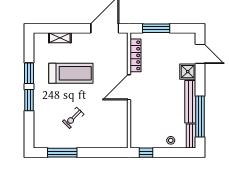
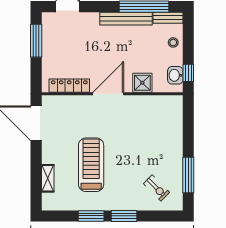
window: (156, 28) -> (36, 41), moved
shower: (188, 72) -> (142, 83), moved
door: (129, 87) -> (108, 94), swing flipped
exercise bike: (73, 118) -> (156, 188), moved
washbasin: (144, 142) -> (175, 75), added

